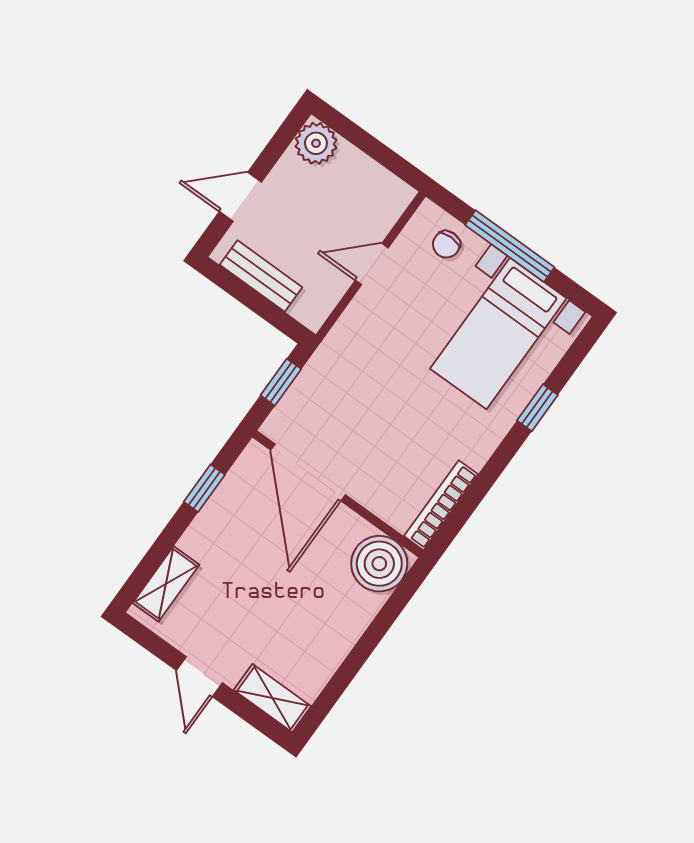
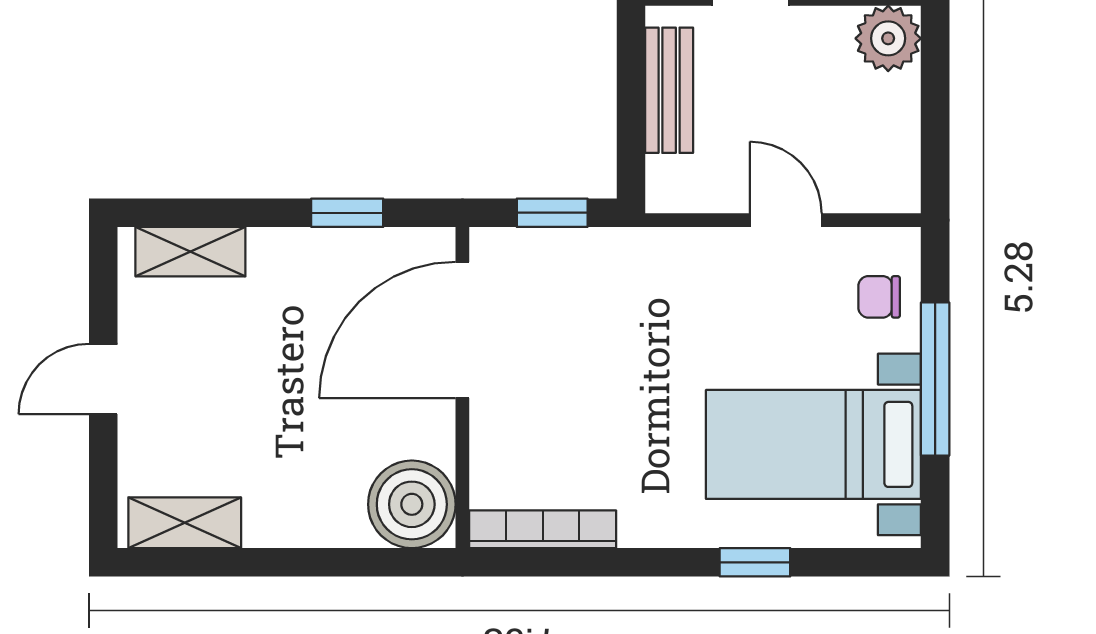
shelving: (272, 698) -> (185, 523), moved, turned 90

